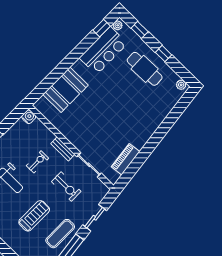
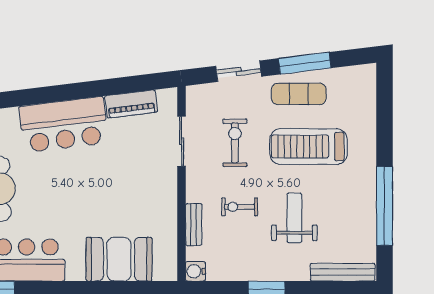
bar counter: (145, 122) -> (64, 125), added
bench: (63, 149) -> (194, 225), moved
treadmill: (34, 216) -> (308, 147), width x1.37, depth x1.38

